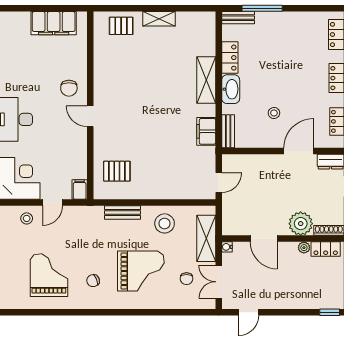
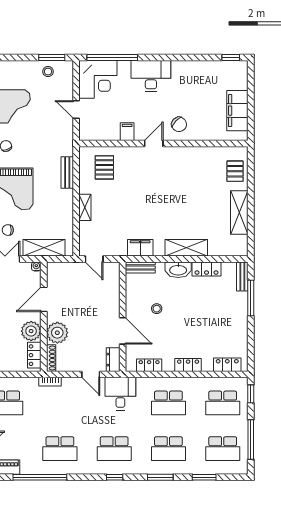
shelving: (159, 19) -> (239, 213), width x1.50, depth x1.33
chair: (69, 88) -> (179, 124), turned -136
filing cabinet: (80, 189) -> (127, 132), moved, turned -90
shelving: (161, 193) -> (85, 207), added
stool: (27, 218) -> (48, 72), moved
stool: (165, 223) -> (57, 210), removed
plant: (304, 248) -> (31, 331), width x1.87, depth x1.87

